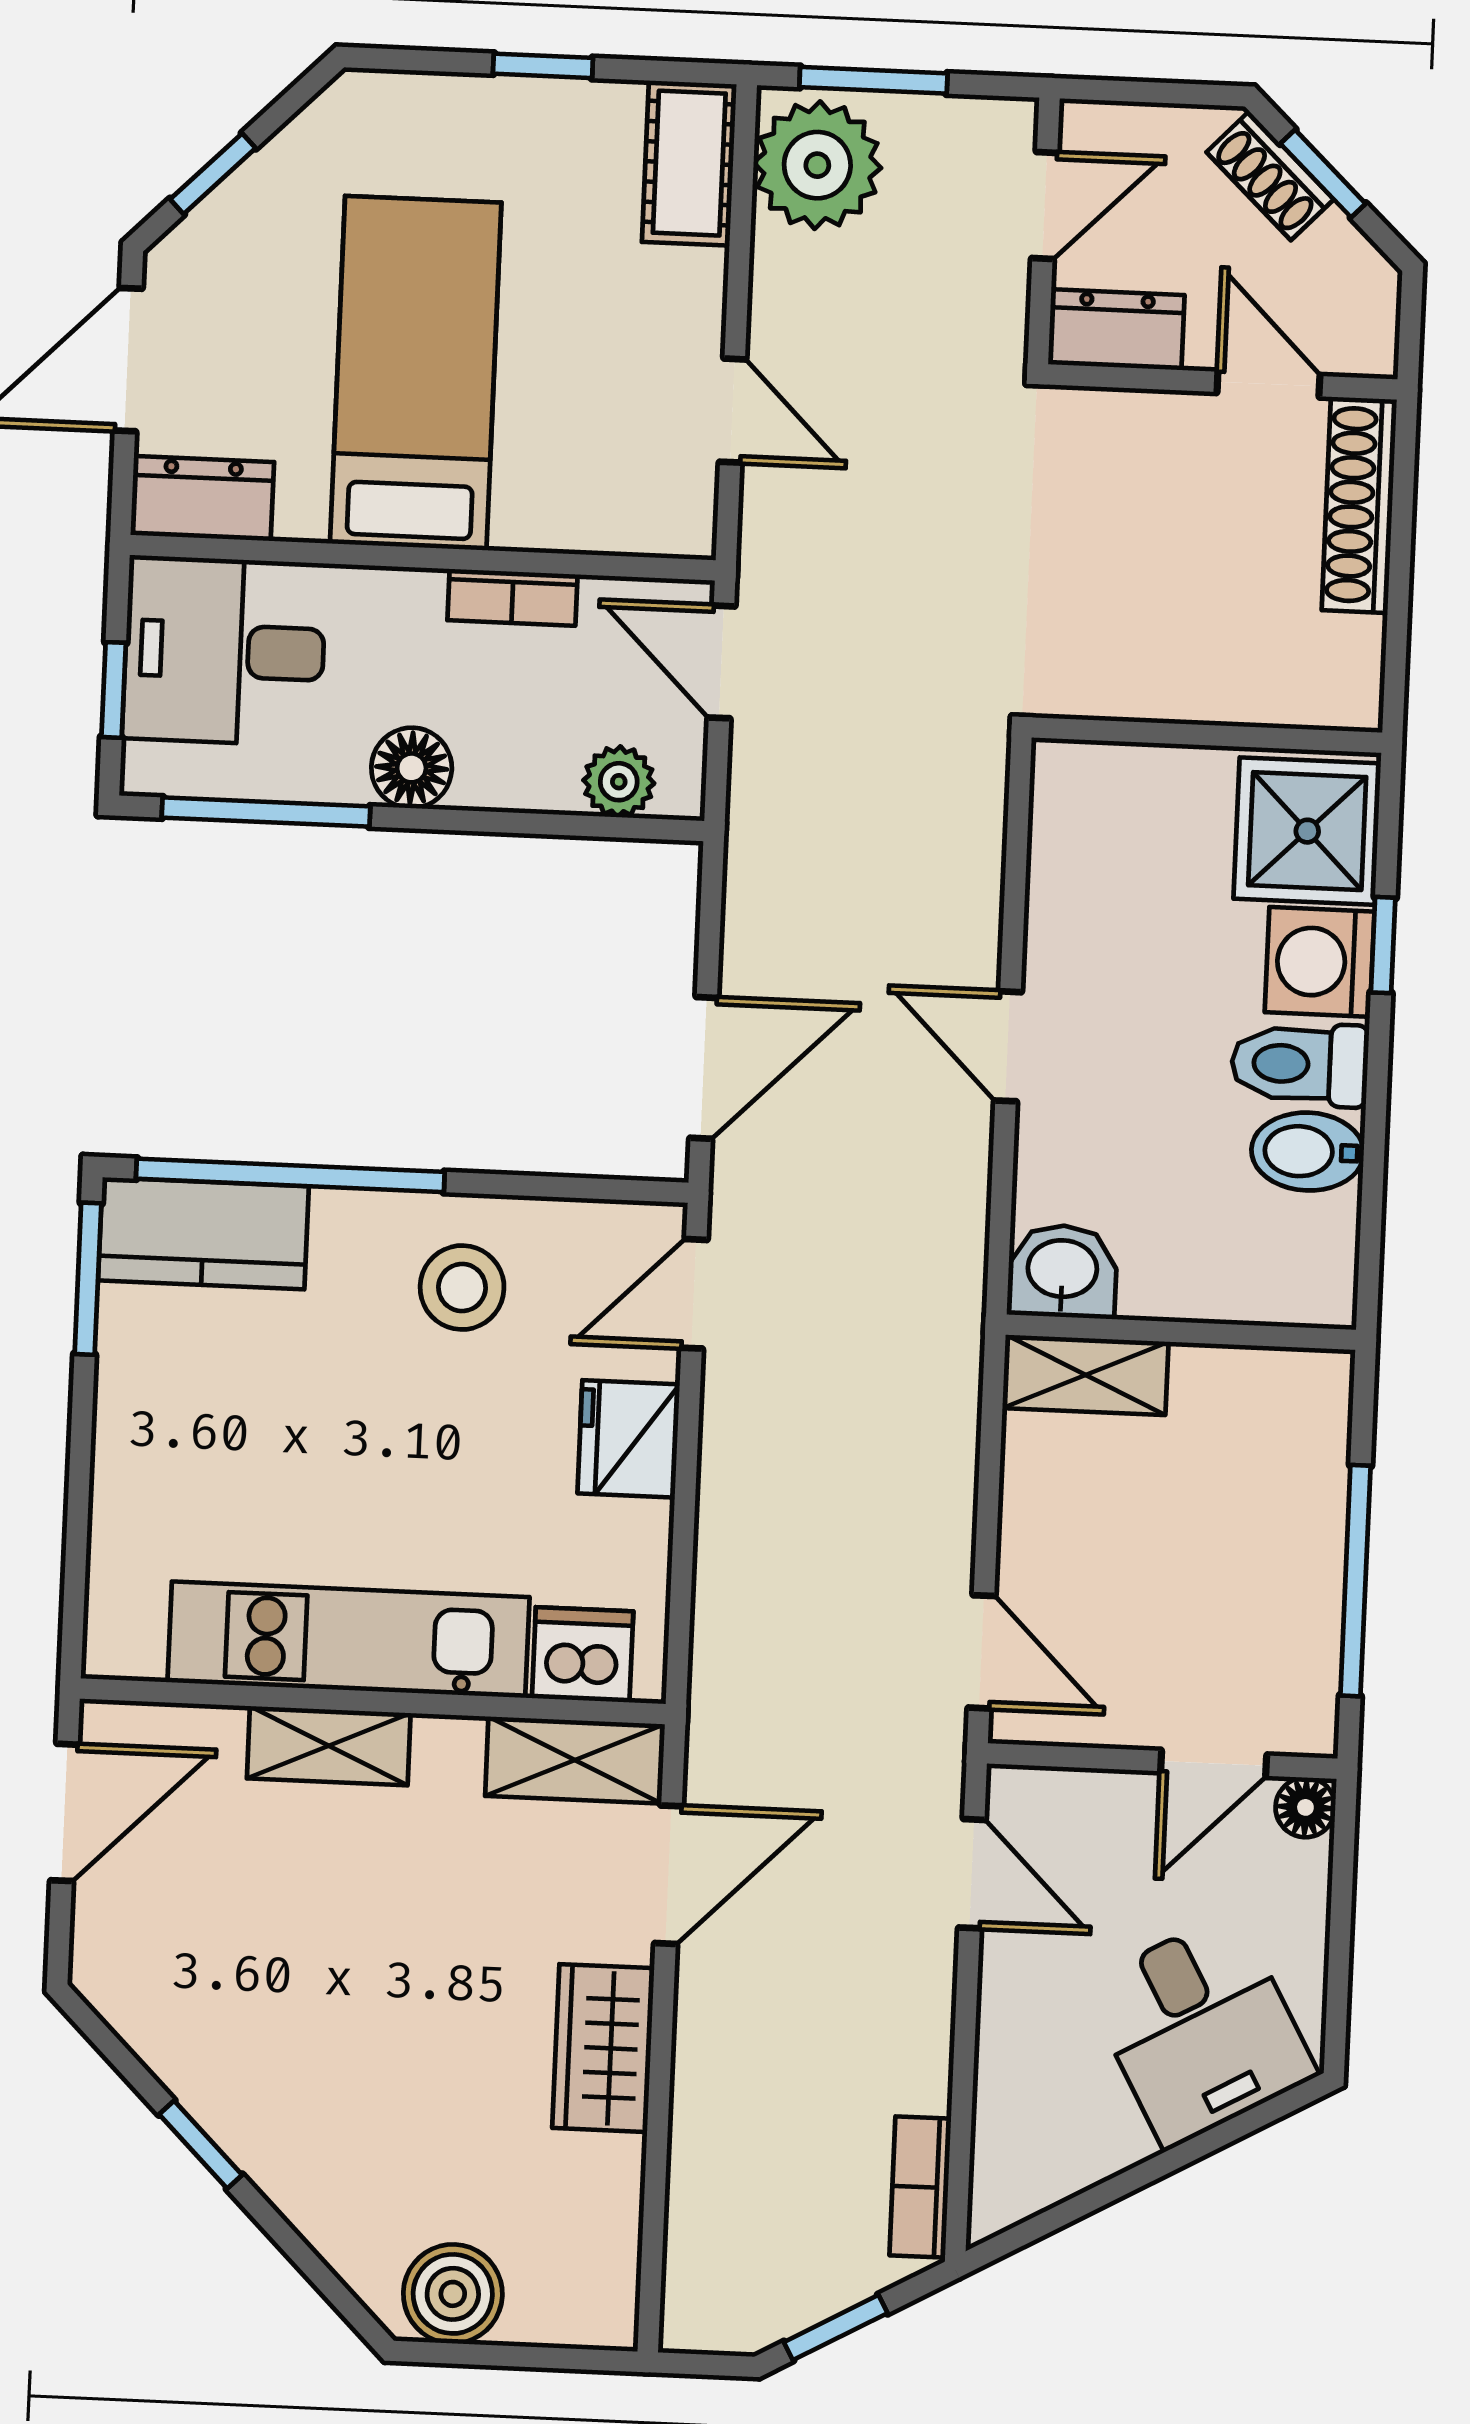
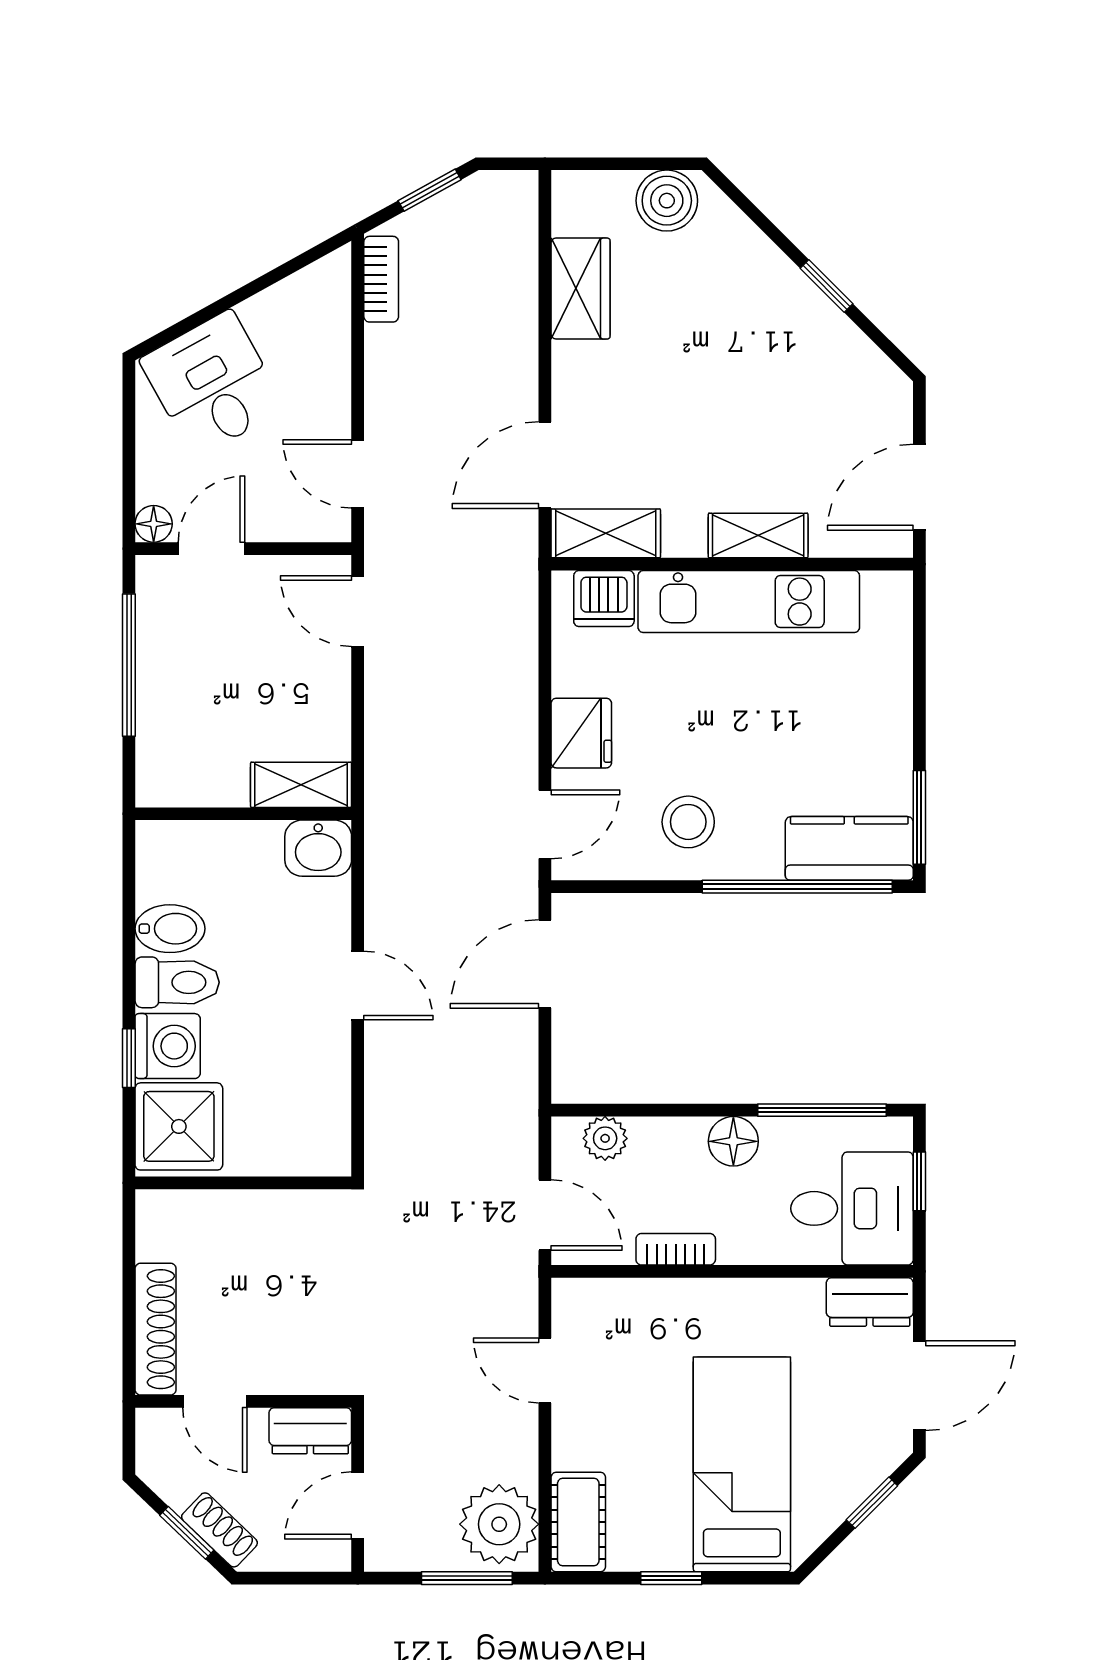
bed: (416, 373) -> (742, 1464), moved, turned 180
wardrobe: (603, 2048) -> (581, 289), moved

